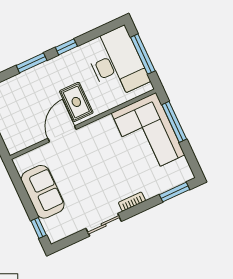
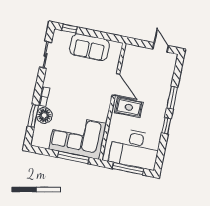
floor lamp: (152, 186) -> (44, 115), added
window: (174, 192) -> (33, 116), moved
sliding door: (104, 225) -> (46, 55), moved

